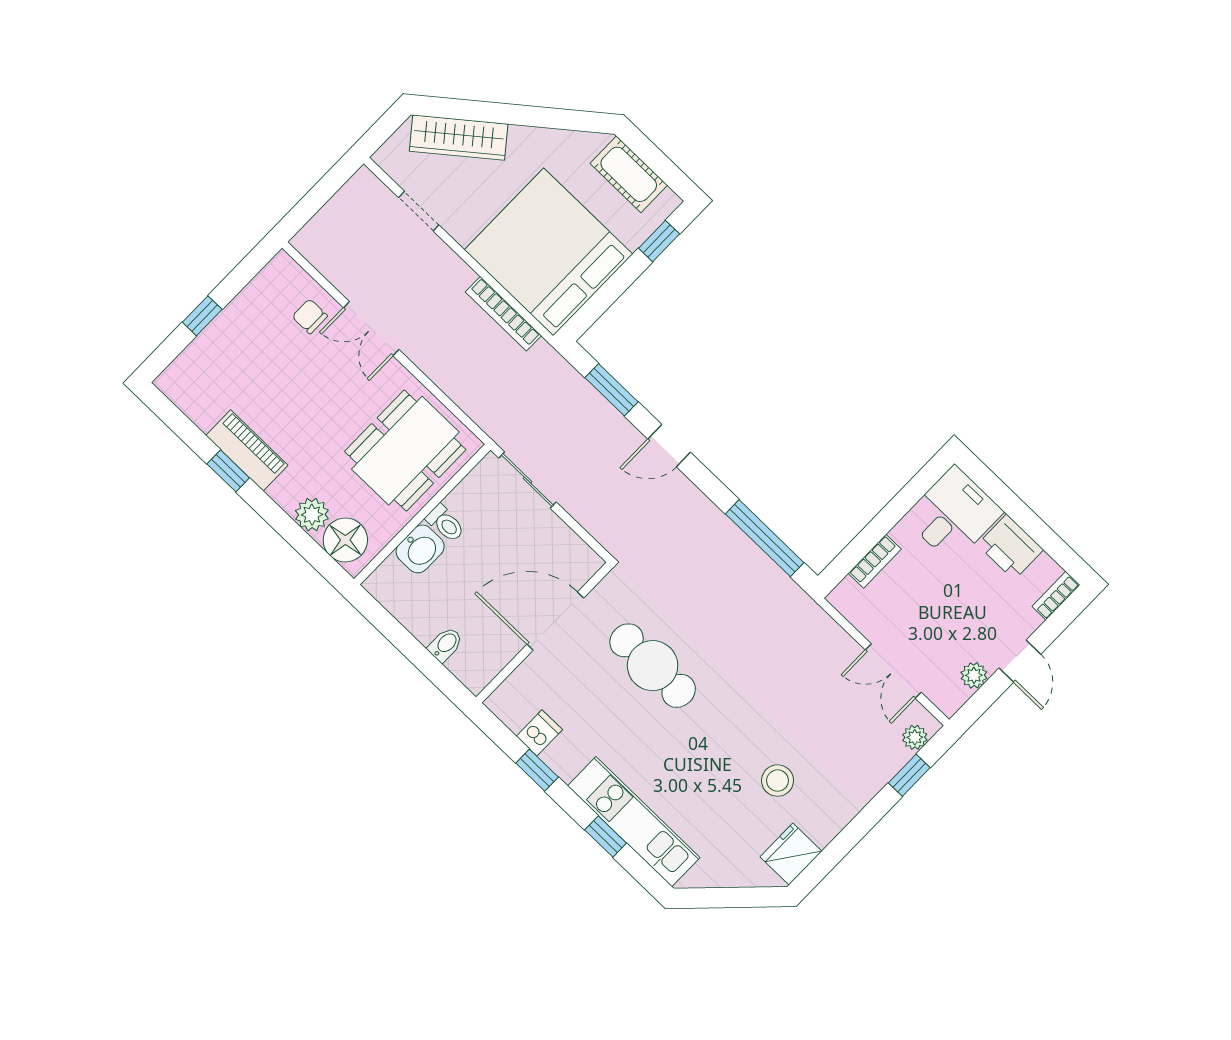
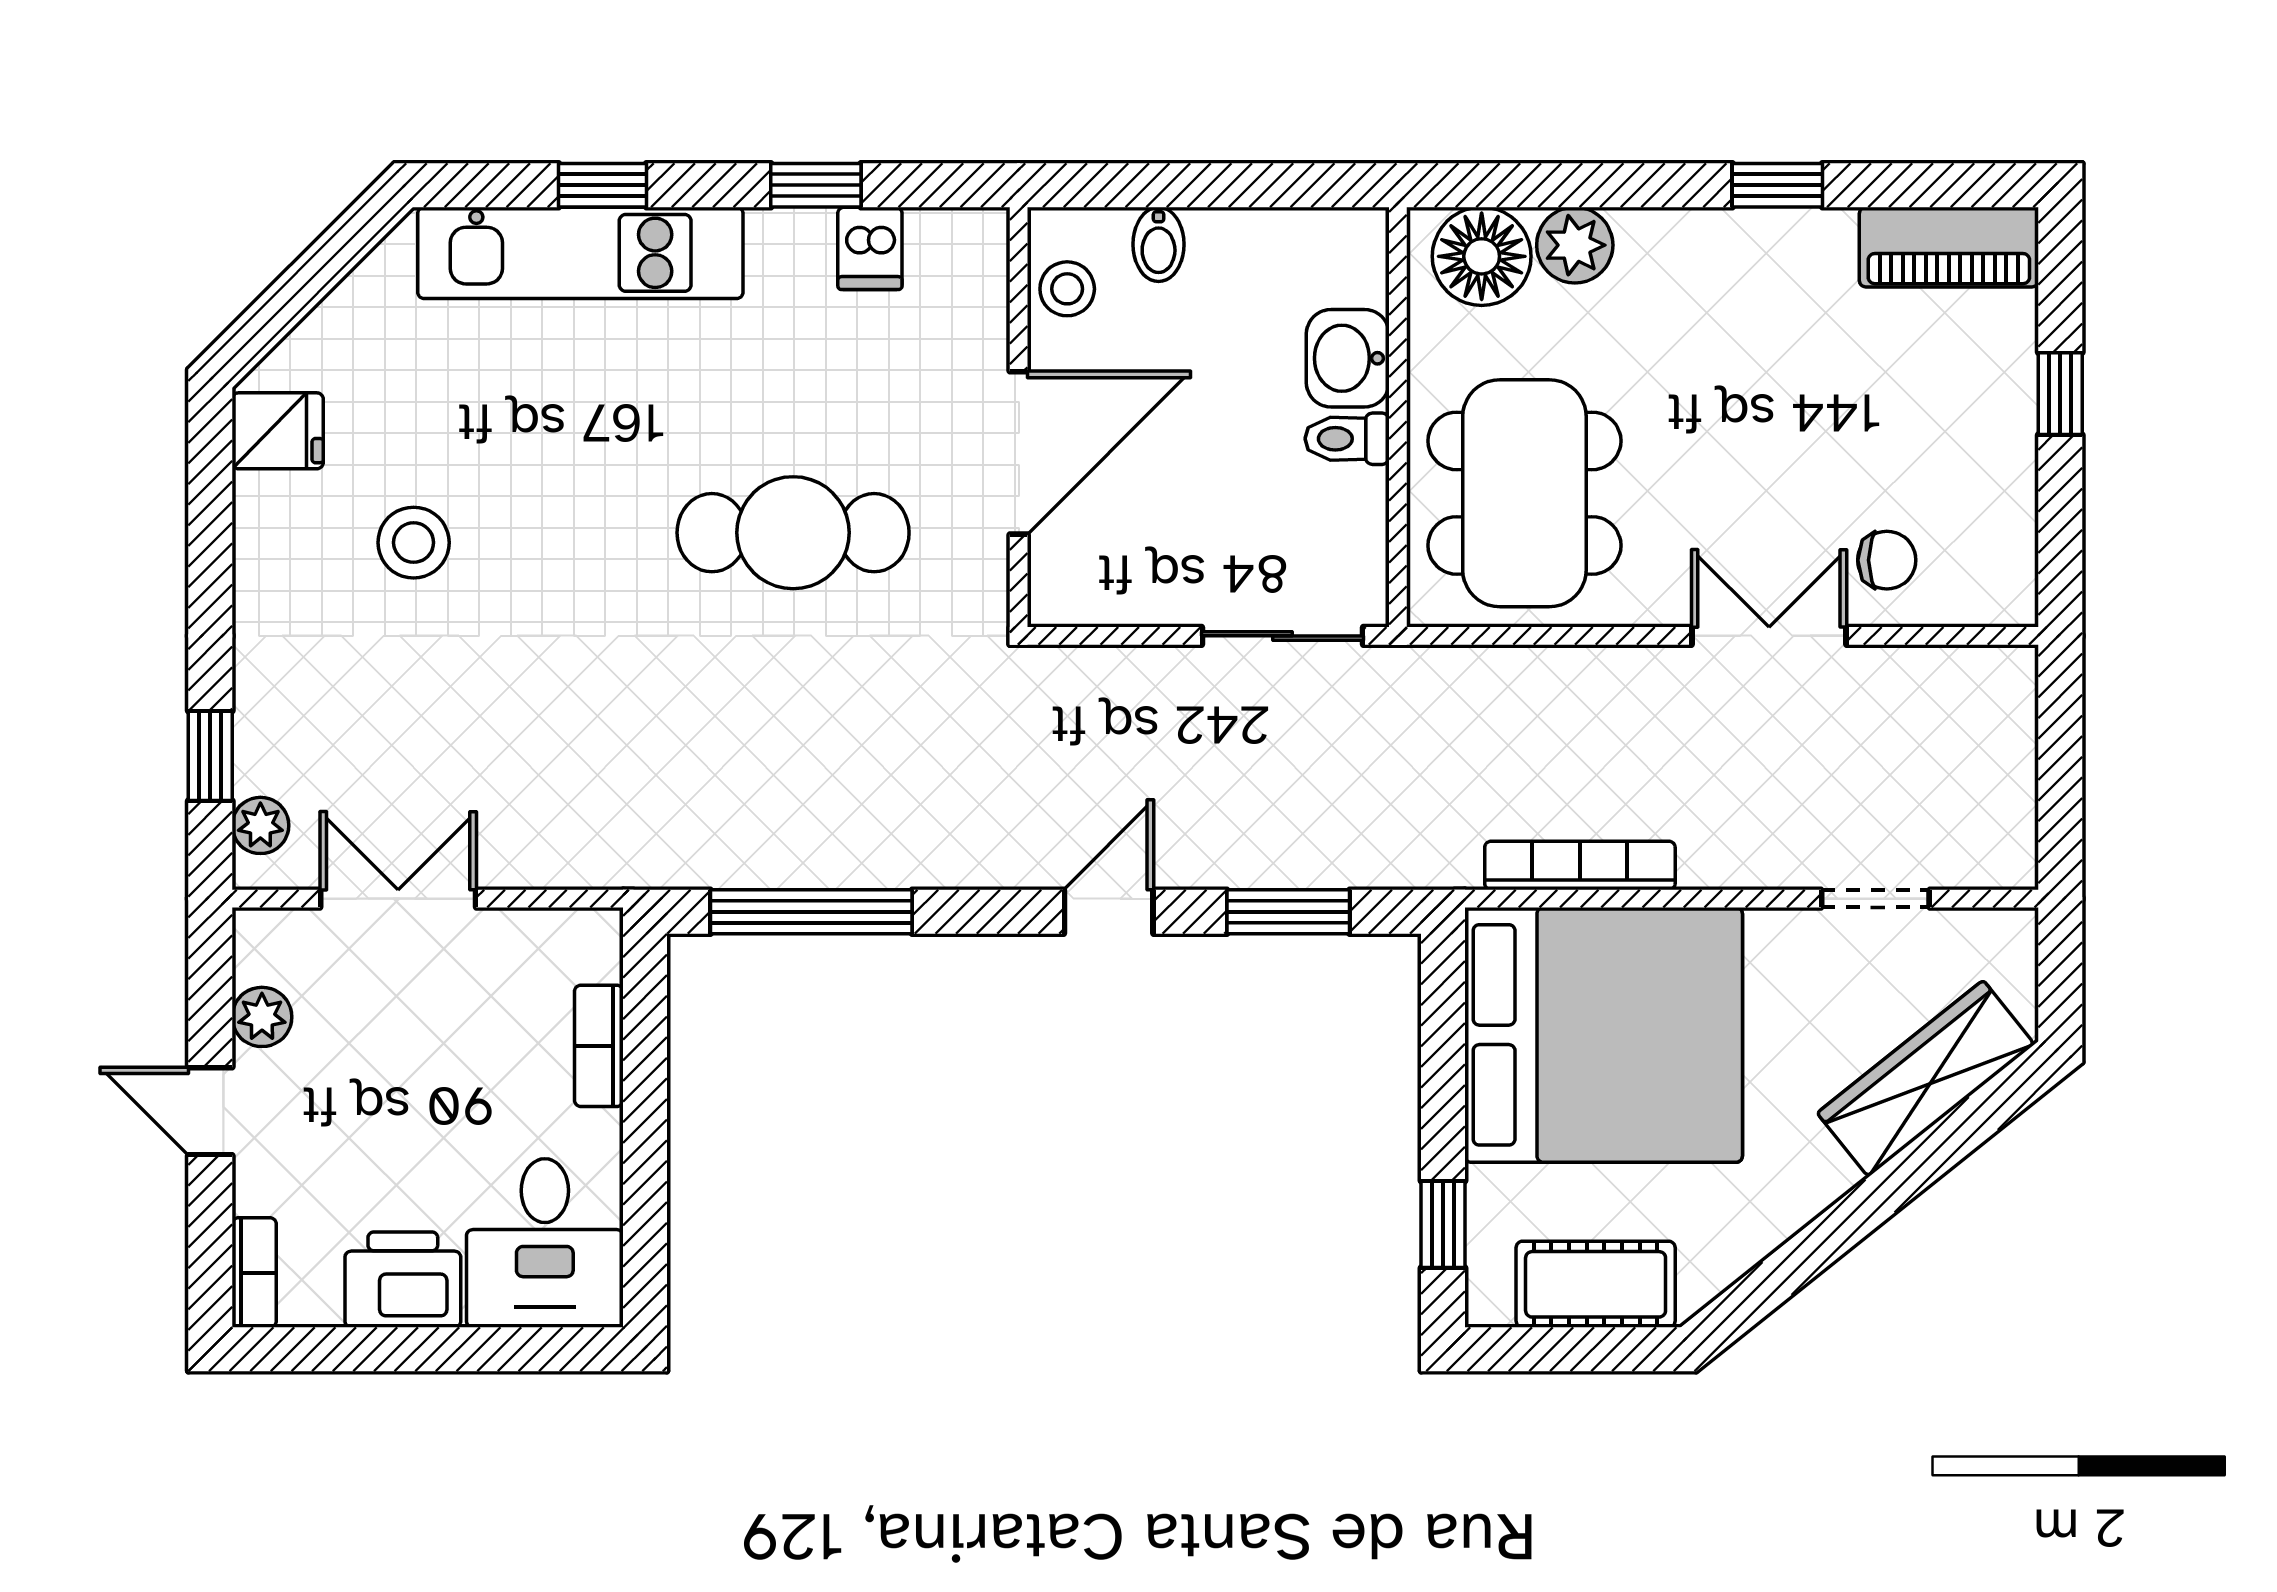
piano: (247, 450) -> (1949, 247), moved
stool: (489, 659) -> (1067, 289), added
fridge: (791, 854) -> (278, 431), width x0.72

